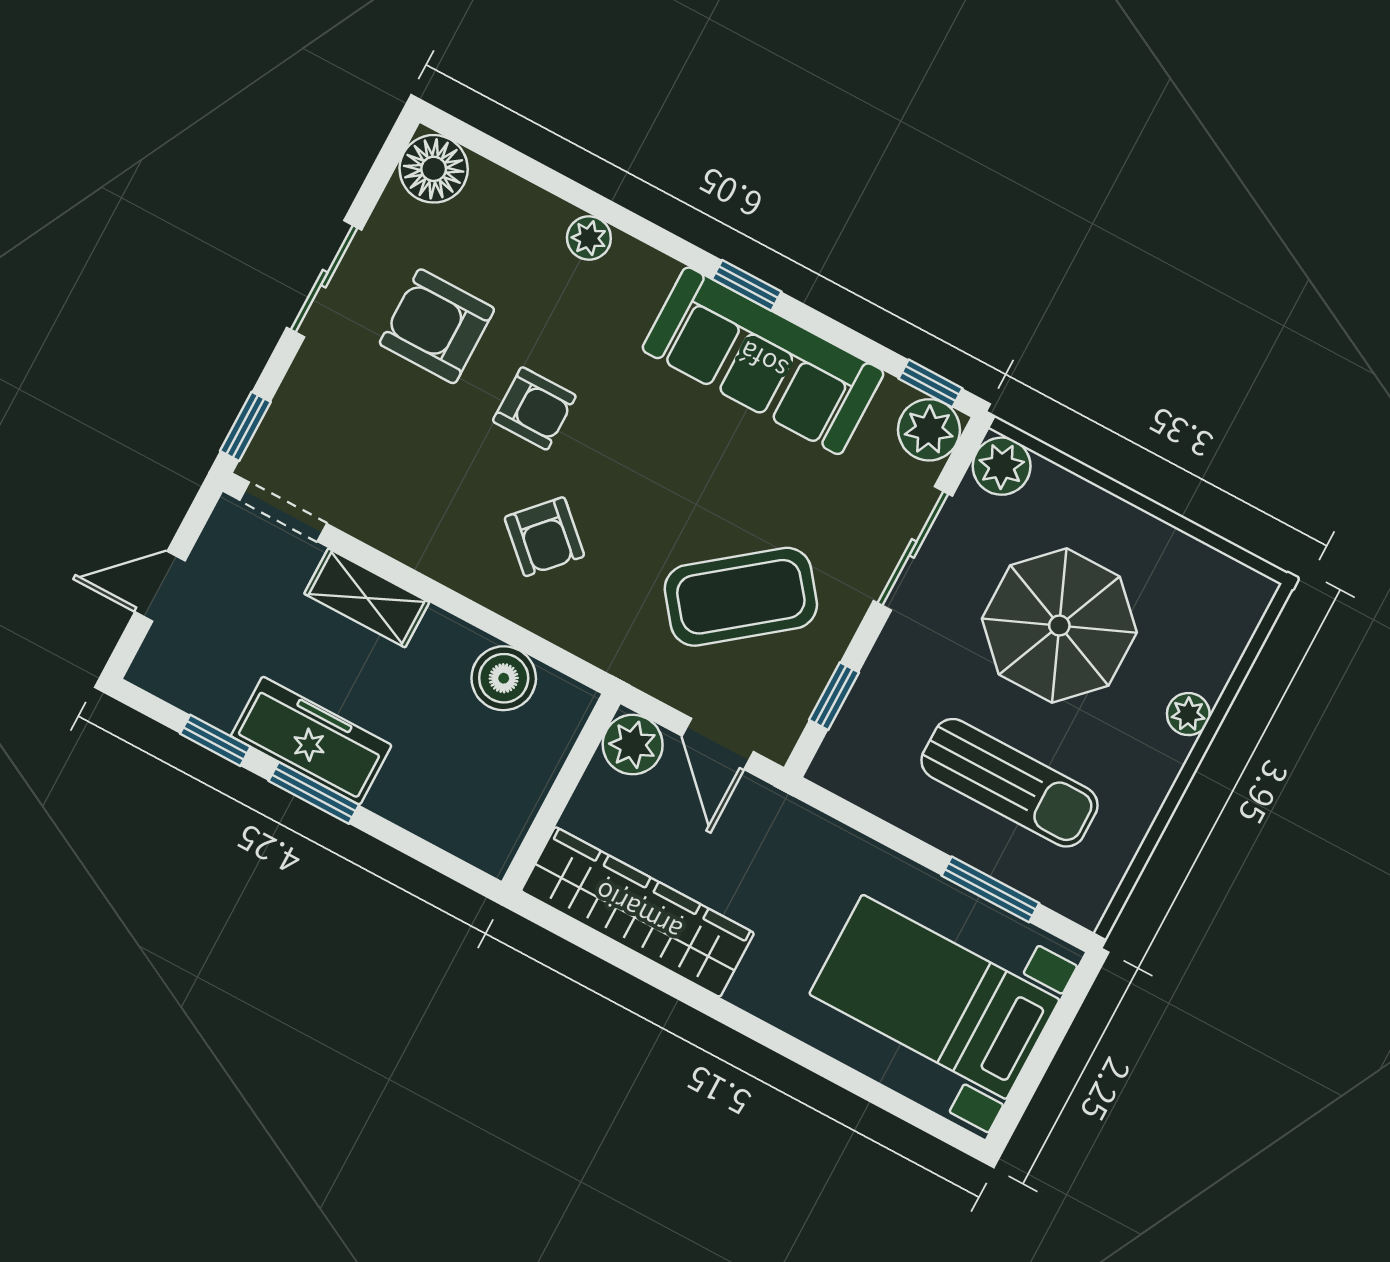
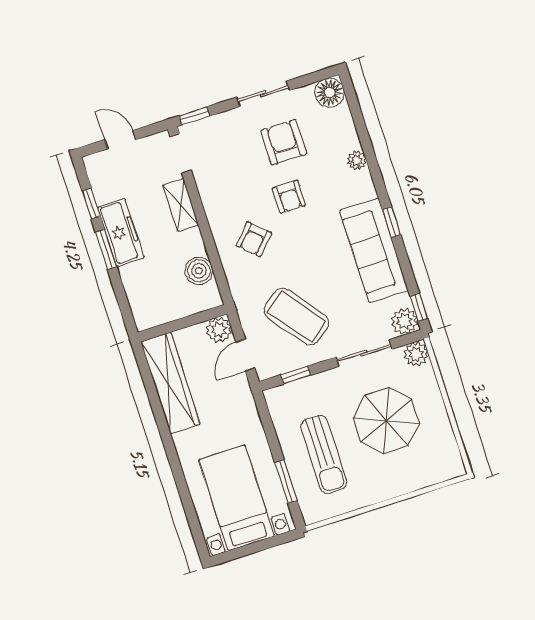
plant: (1188, 714) -> (399, 487), removed

